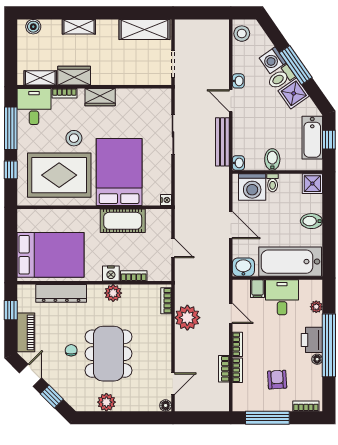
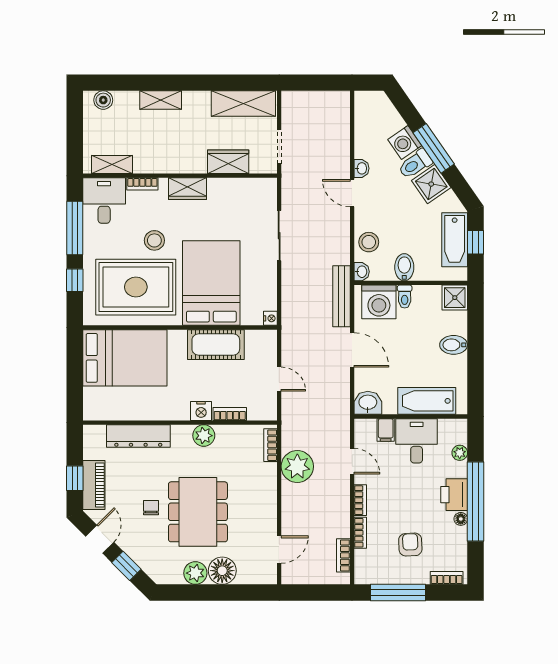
stool: (242, 34) -> (369, 242), moved
wardrobe: (74, 76) -> (228, 162), moved
bench: (222, 142) -> (341, 296), moved
bed: (50, 255) -> (125, 358), moved
bathtub: (290, 262) -> (427, 401), width x0.73, depth x0.73
window: (11, 310) -> (75, 478), moved
bookcase: (224, 369) -> (343, 555), moved
floor lamp: (166, 405) -> (222, 571), moved, width x1.89, depth x1.89

